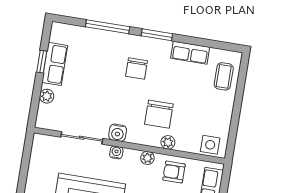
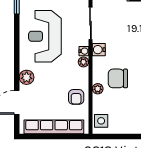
plant: (147, 158) -> (83, 62), moved
armchair: (174, 172) -> (76, 97), turned 180

